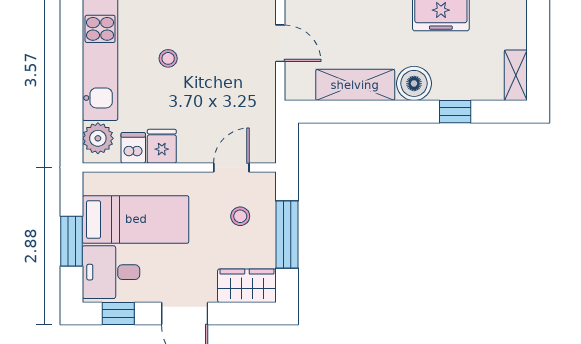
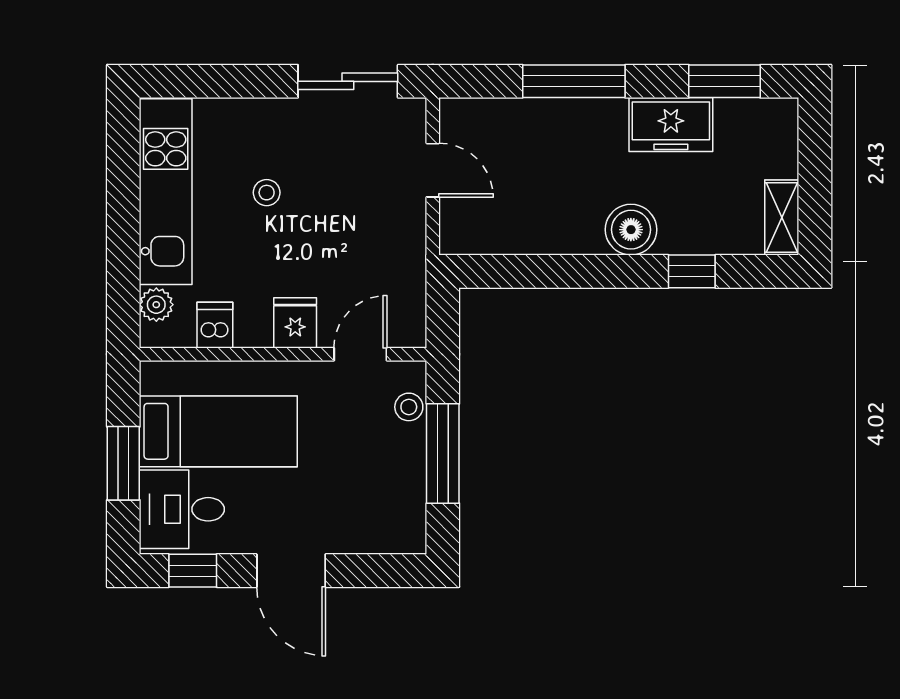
shelving: (355, 85) -> (544, 232), removed
plant: (98, 138) -> (156, 305), width x0.73, depth x0.73
fridge: (162, 146) -> (295, 323), moved
stool: (240, 216) -> (409, 407), moved
wardrobe: (247, 286) -> (383, 529), removed

